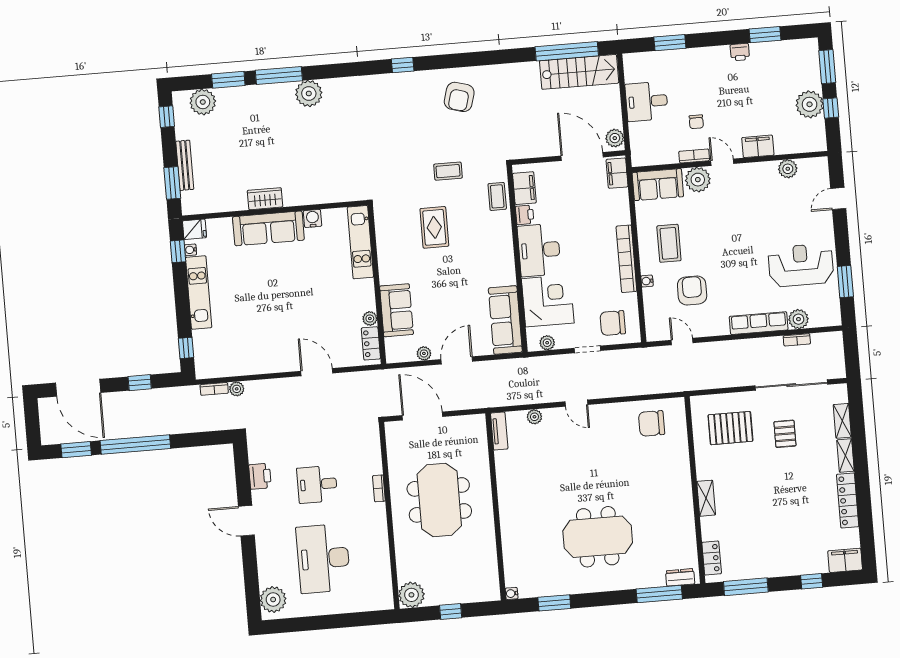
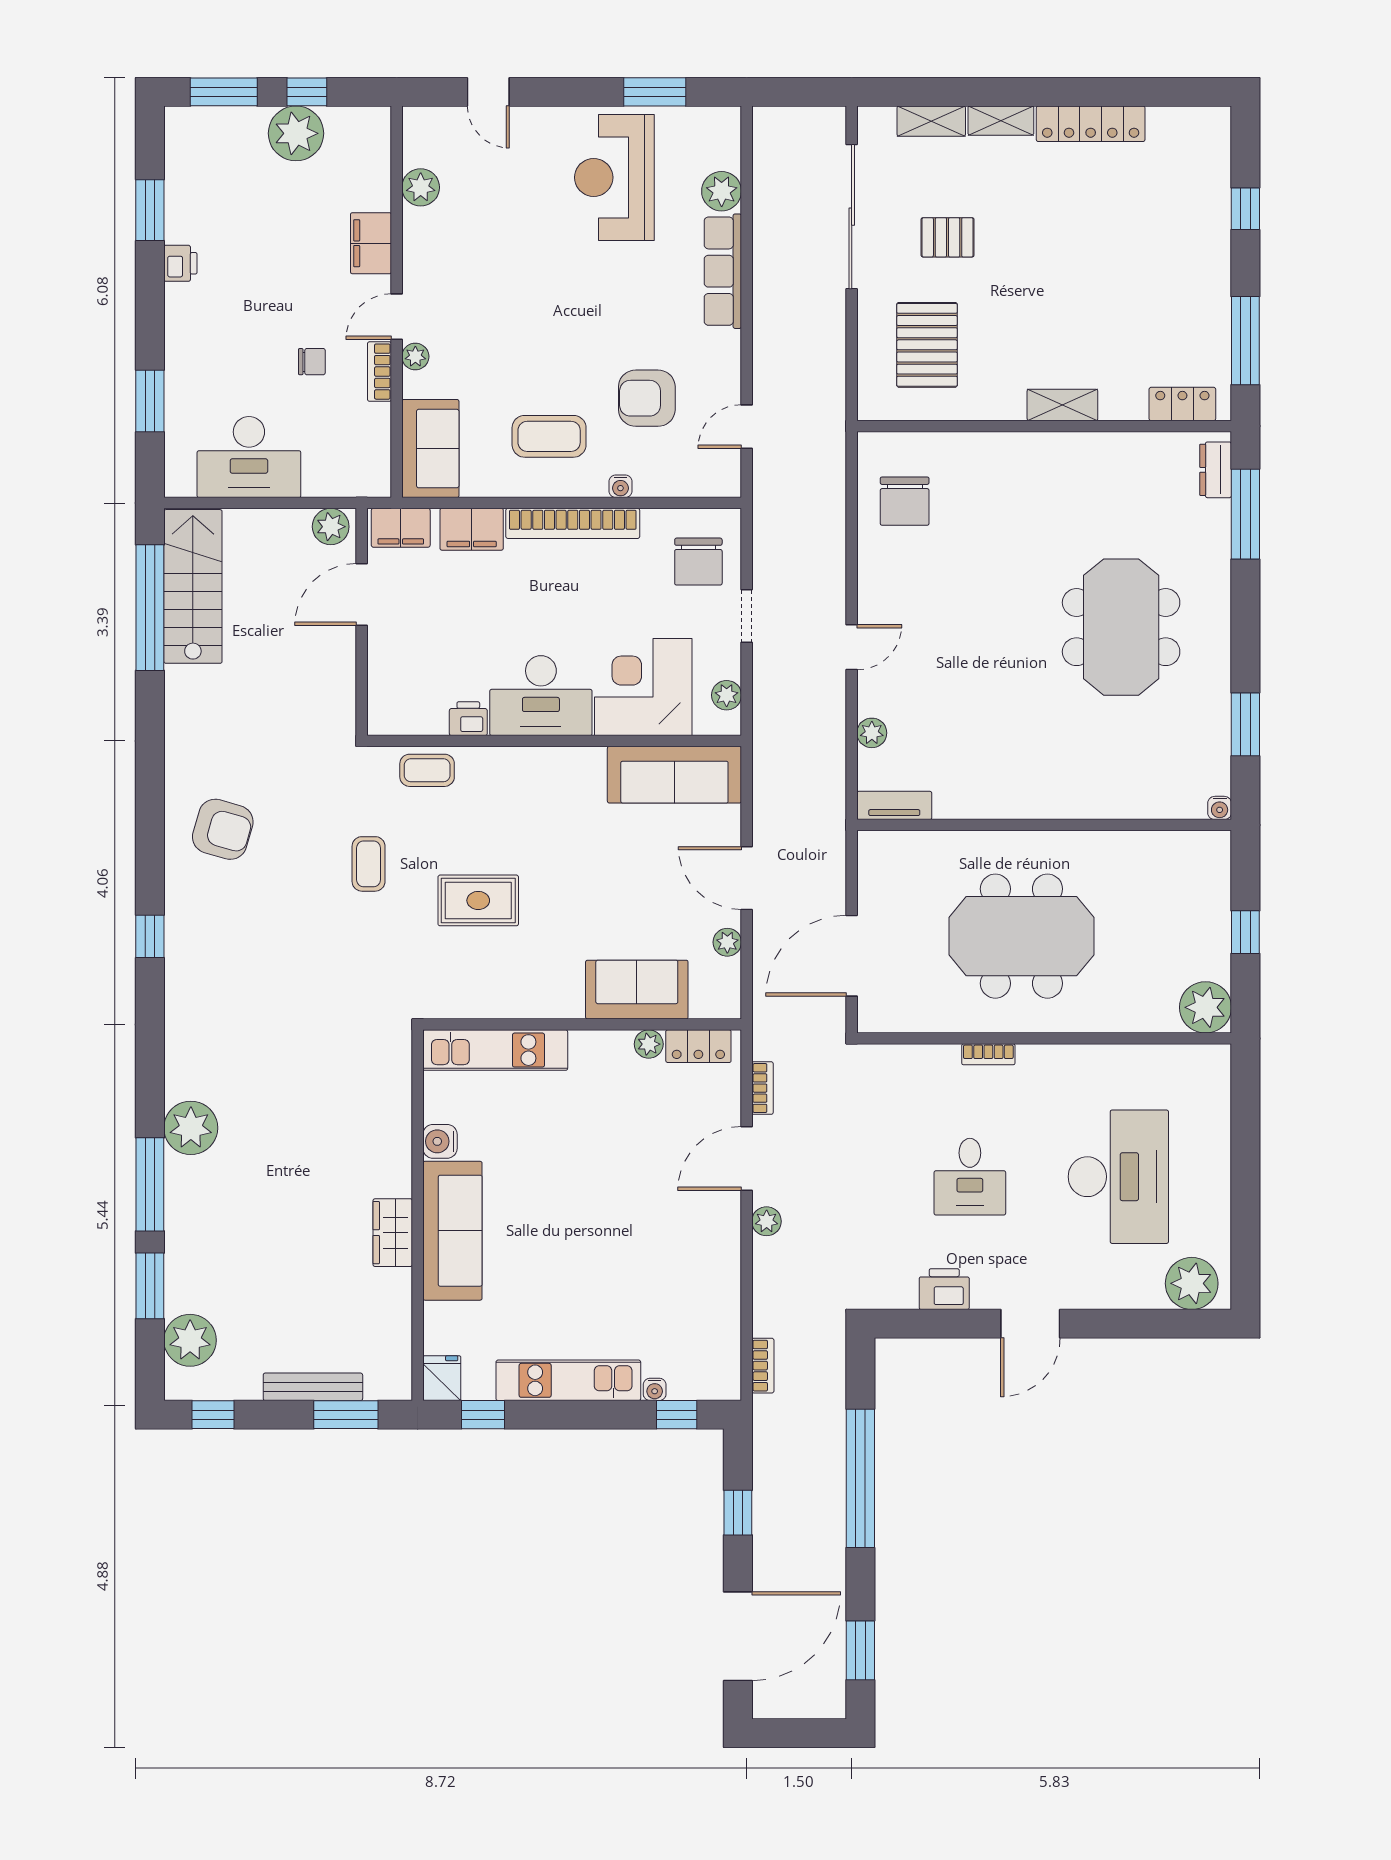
desk: (647, 101) -> (249, 457), width x1.37
door: (582, 156) -> (362, 594), width x0.73
plant: (698, 180) -> (415, 357), width x0.53, depth x0.53
filing cabinet: (524, 188) -> (472, 529), moved, turned 180
water cooler: (191, 250) -> (655, 1389), moved
bookcase: (797, 340) -> (762, 1088), moved
plant: (237, 389) -> (767, 1221), moved
window: (135, 445) -> (860, 1478), moved
desk: (323, 558) -> (1118, 1177), turned -90
filing cabinet: (845, 560) -> (1209, 139), removed

